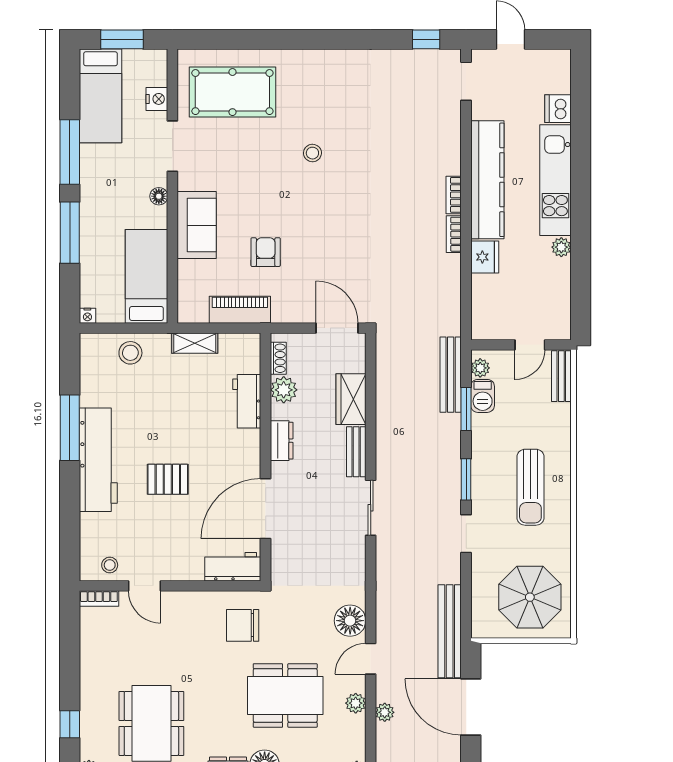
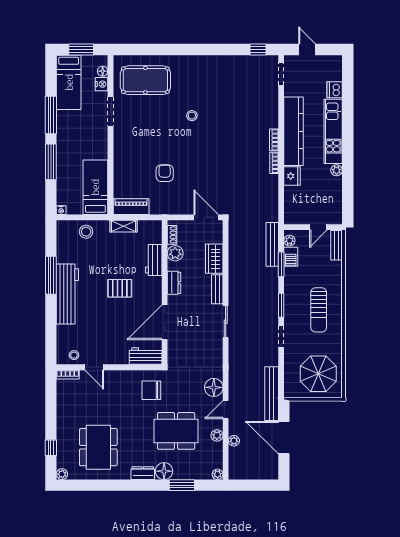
floor lamp: (159, 196) -> (103, 71), moved
sofa: (197, 225) -> (125, 157), removed
piano: (240, 310) -> (131, 207), moved
pallet: (168, 479) -> (120, 288), moved

